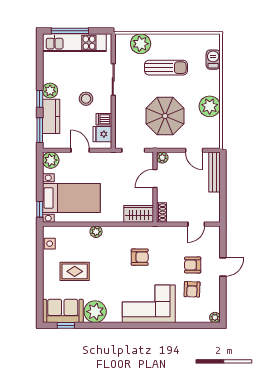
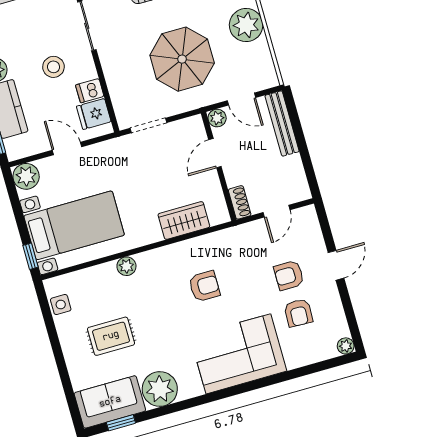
plant: (162, 158) -> (217, 118), moved
door: (155, 178) -> (215, 153), moved
wall: (155, 187) -> (219, 167), moved
shoe rack: (161, 212) -> (240, 202), moved

